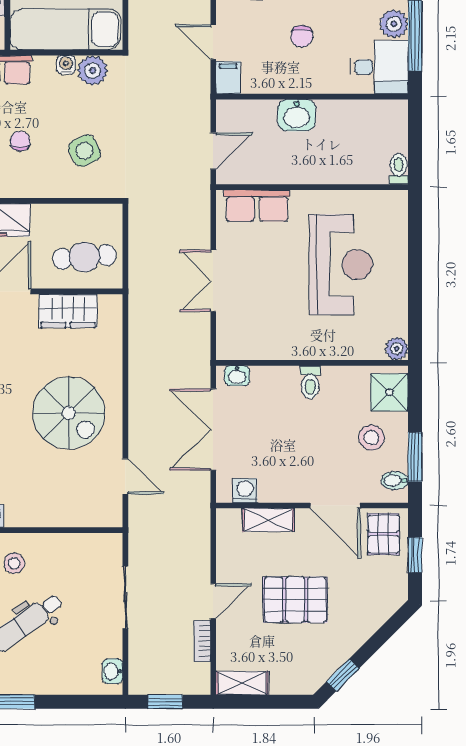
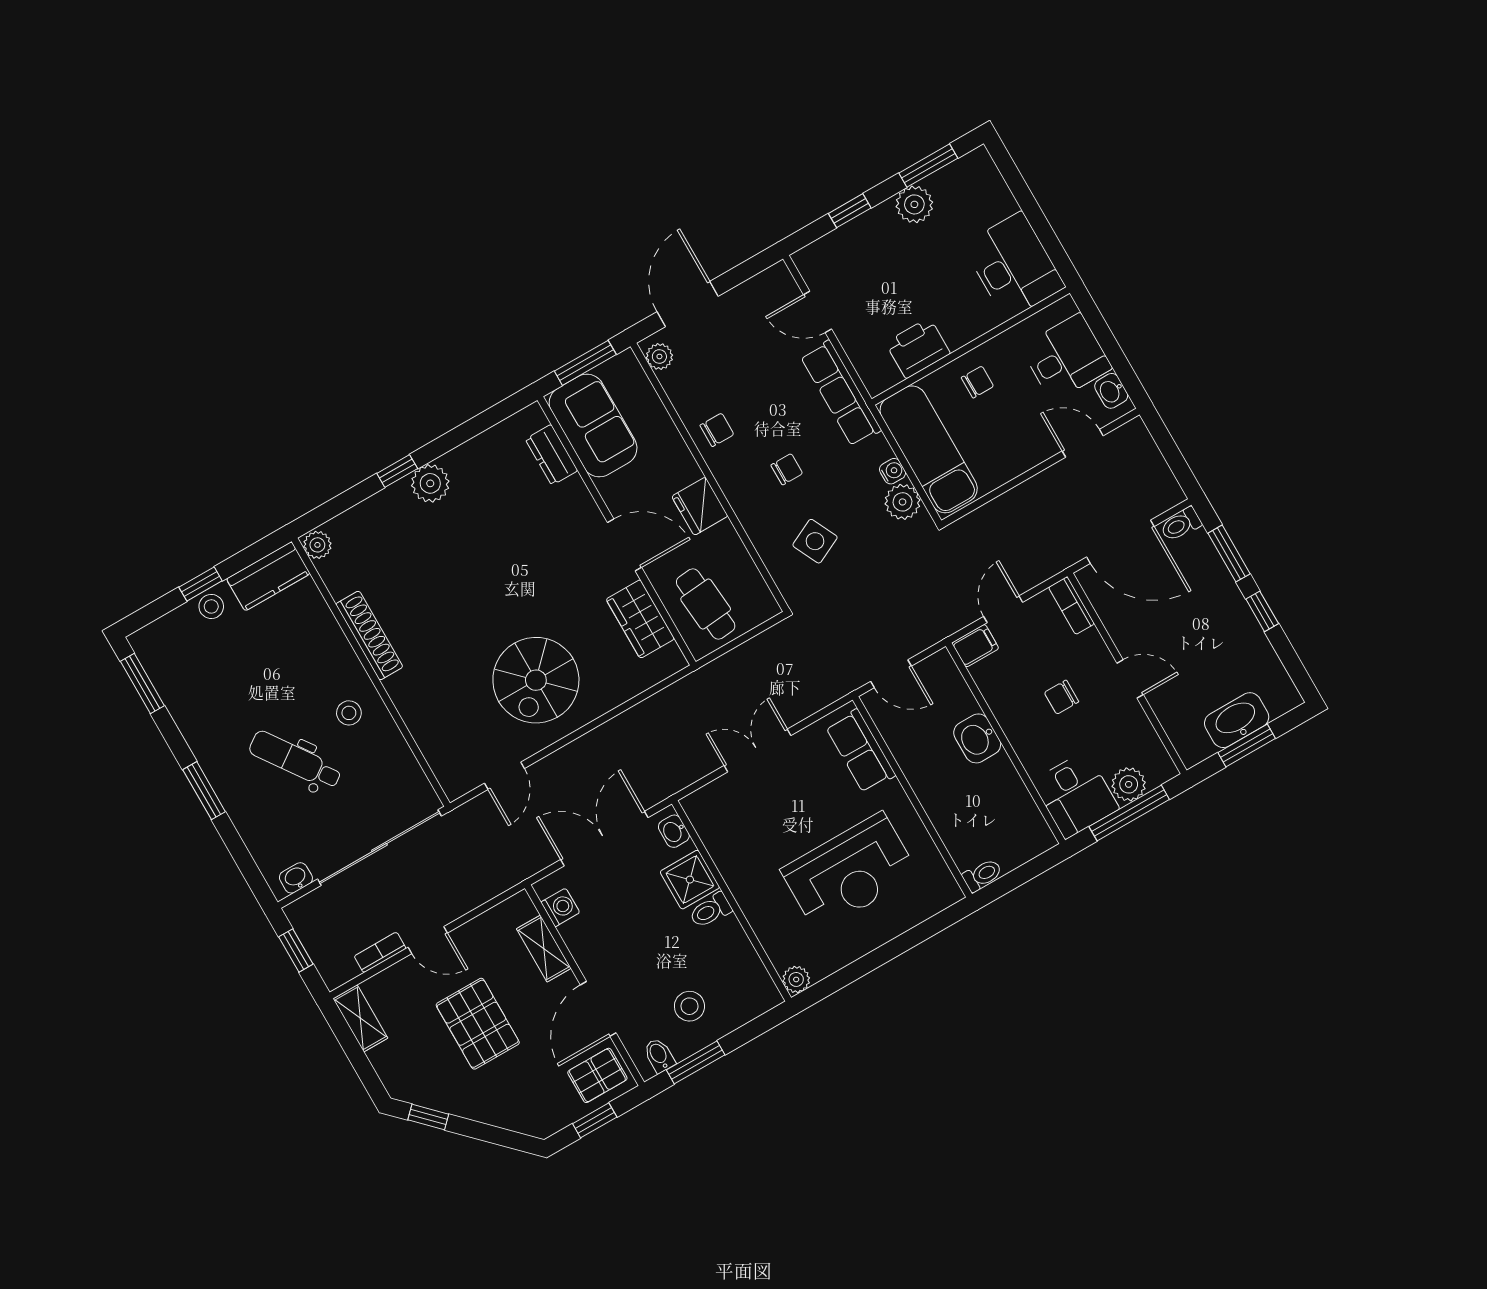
shower: (389, 392) -> (690, 880), moved
sliding door: (125, 598) -> (379, 848), width x1.86

